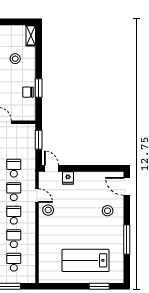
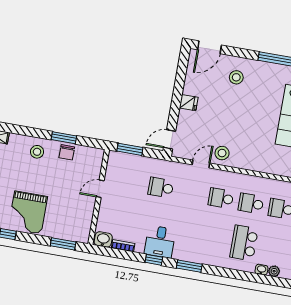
stool: (15, 59) -> (37, 152), moved
fridge: (68, 178) -> (189, 103), moved
school desk: (14, 192) -> (191, 193), removed

